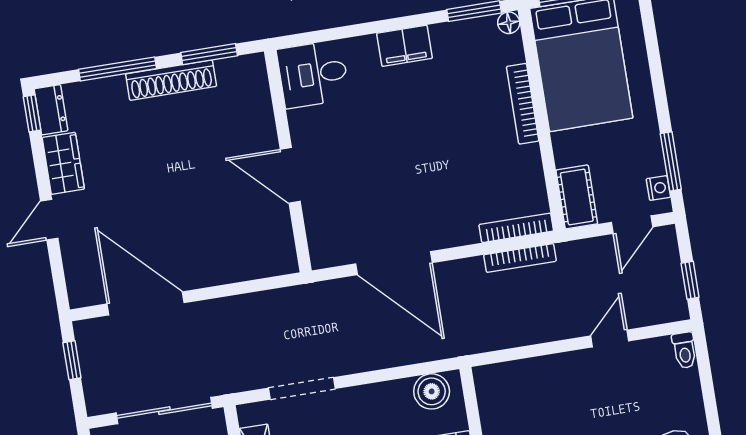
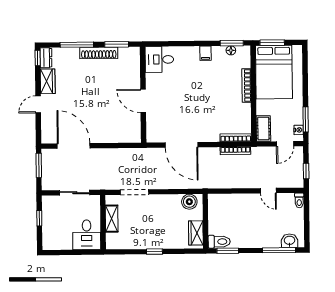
floor lamp: (509, 23) -> (231, 50), moved
filing cabinet: (405, 46) -> (205, 53), width x0.50
door: (610, 338) -> (268, 191), swing flipped
window: (72, 360) -> (39, 165), width x1.50
sliding door: (164, 411) -> (75, 193), width x0.73

